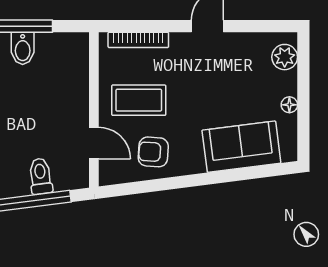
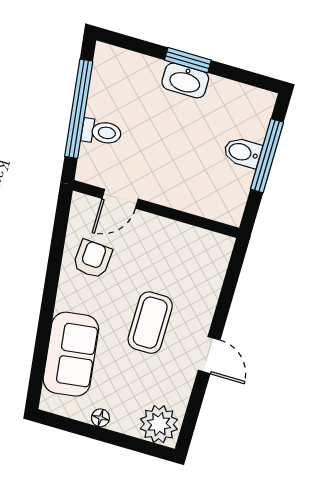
bookcase: (138, 40) -> (216, 278), removed
plant: (285, 57) -> (159, 424), width x1.36, depth x1.36
coffee table: (139, 100) -> (150, 323), moved

